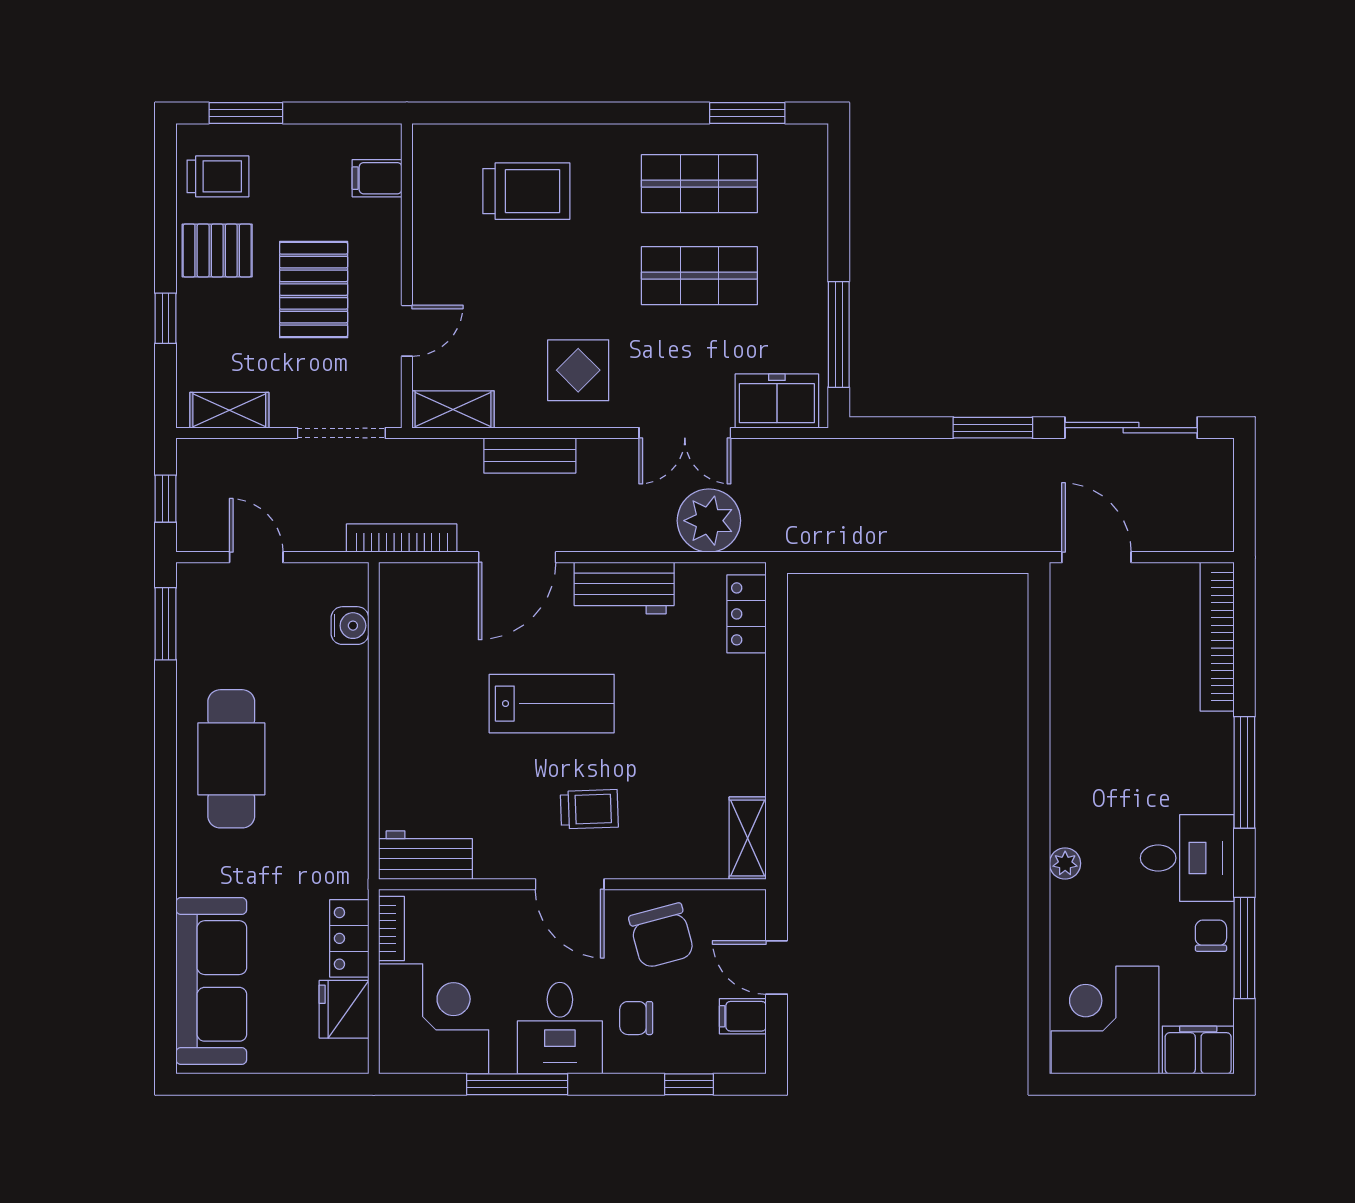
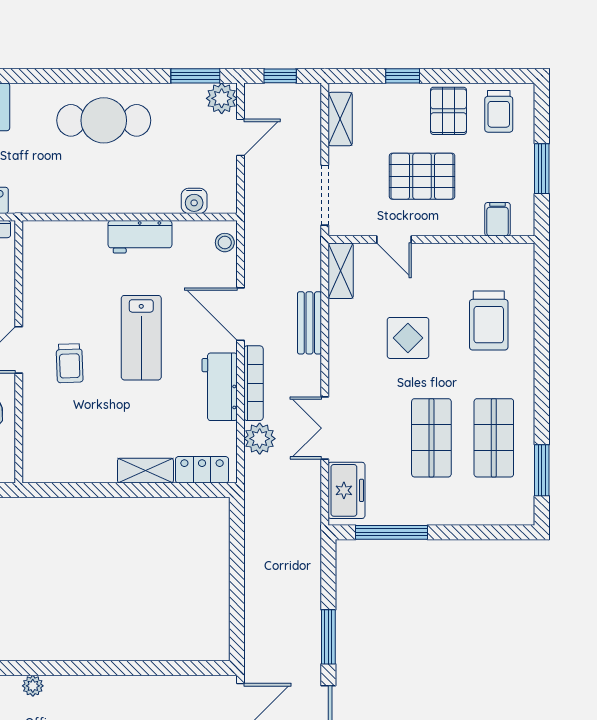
window: (246, 113) -> (542, 169), moved
display table: (578, 370) -> (408, 338), moved
plant: (709, 521) -> (260, 439), width x0.73, depth x0.73
bookcase: (402, 538) -> (253, 383), moved
stool: (411, 580) -> (225, 243), added
plant: (199, 585) -> (222, 98), added
shelving: (748, 838) -> (145, 471), moved
workbench: (426, 855) -> (140, 237), moved, turned 90

